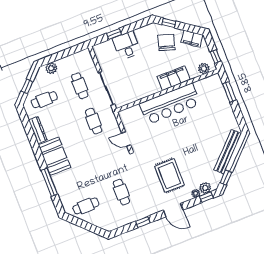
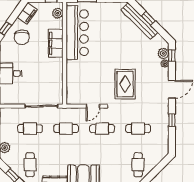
chair: (166, 42) -> (22, 37), turned -107
bar counter: (170, 104) -> (77, 33), moved
cafe table: (108, 157) -> (102, 129), added
rug: (169, 176) -> (125, 84), moved, turned 90
window: (226, 177) -> (148, 18), moved

